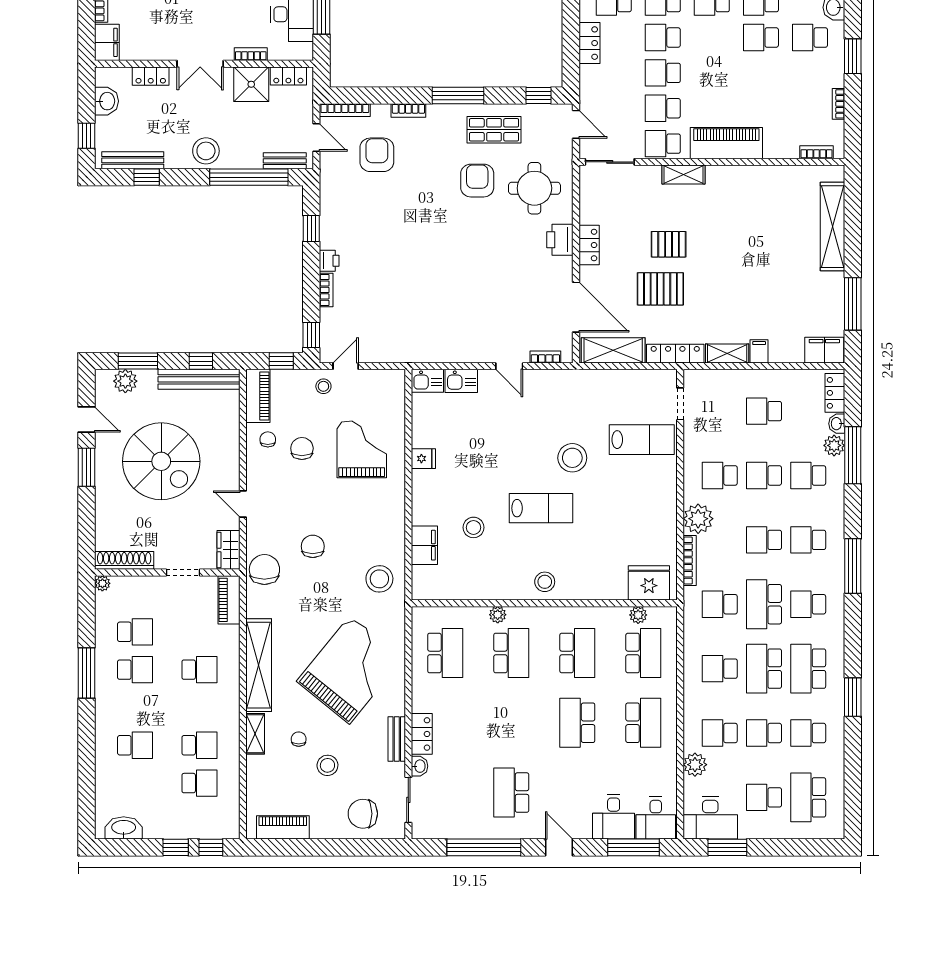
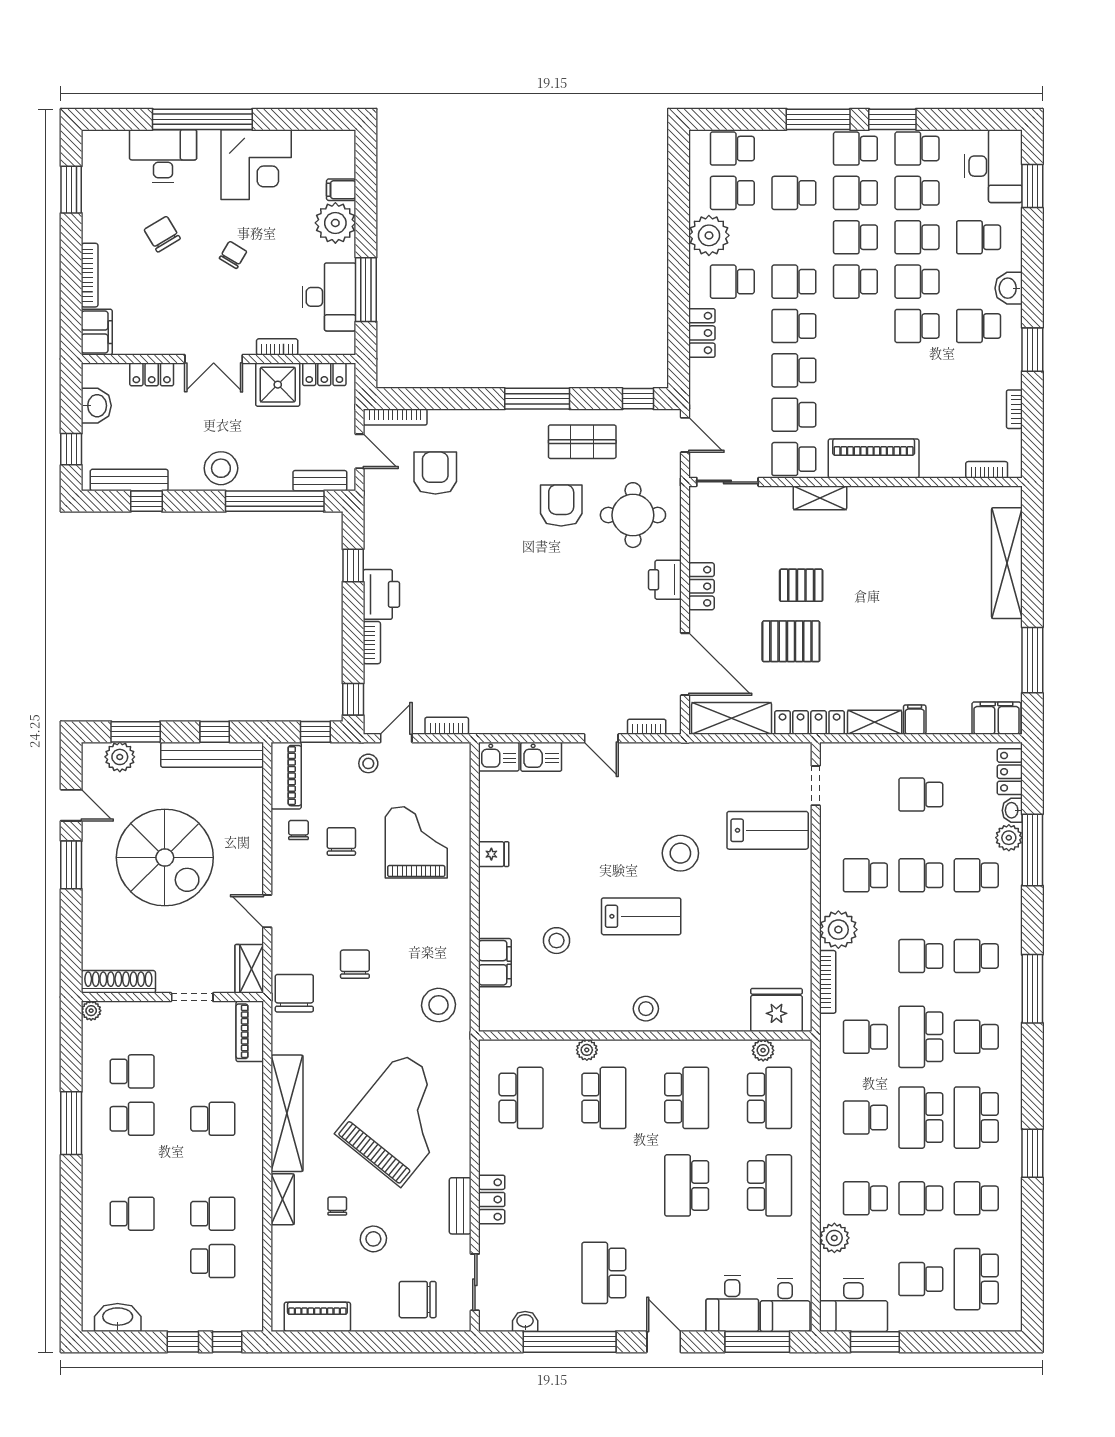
bookcase: (408, 110) -> (447, 726), moved, turned 180
printer: (329, 261) -> (381, 594), width x1.87, depth x1.48
washbasin: (420, 766) -> (525, 1321), moved, turned -90

